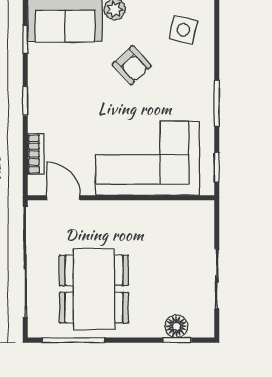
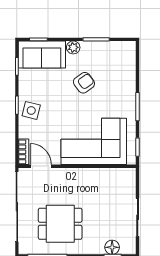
side table: (183, 30) -> (31, 110), moved
armchair: (132, 65) -> (84, 83), turned -83
bookcase: (36, 154) -> (24, 152), moved
dining table: (94, 289) -> (60, 224), width x0.73

